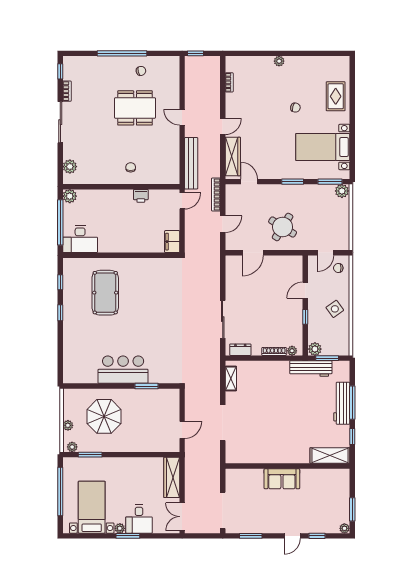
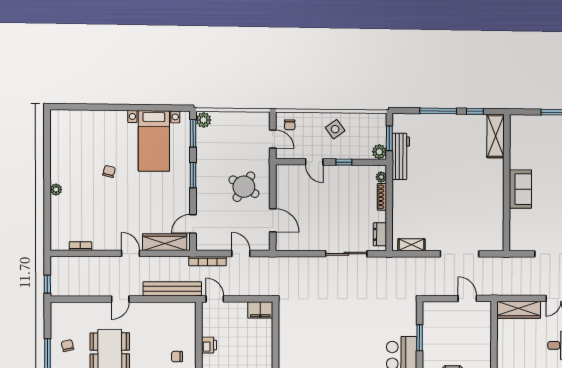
rug: (336, 96) -> (96, 126), removed
workbench: (342, 403) -> (439, 122), removed

